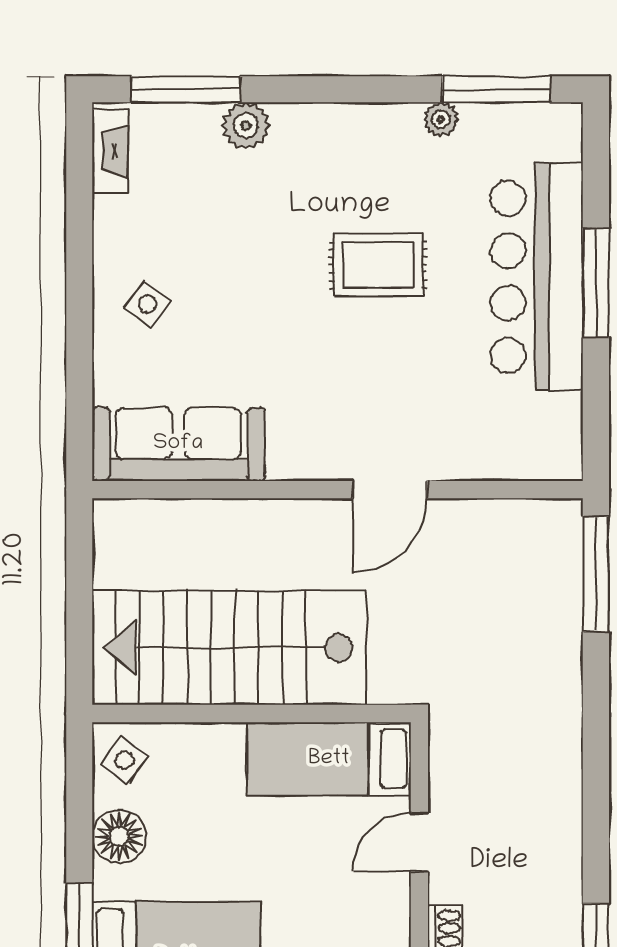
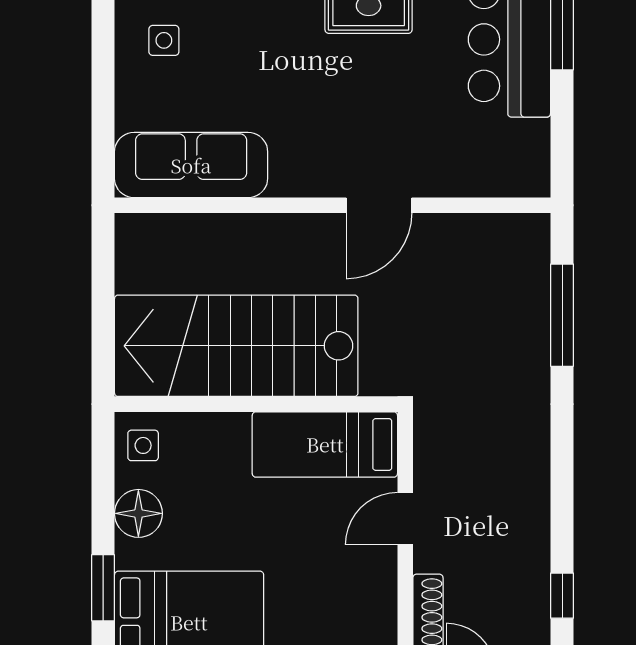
side table: (148, 304) -> (164, 40), turned -37
window: (596, 574) -> (562, 315), moved
side table: (124, 760) -> (143, 445), turned -36

